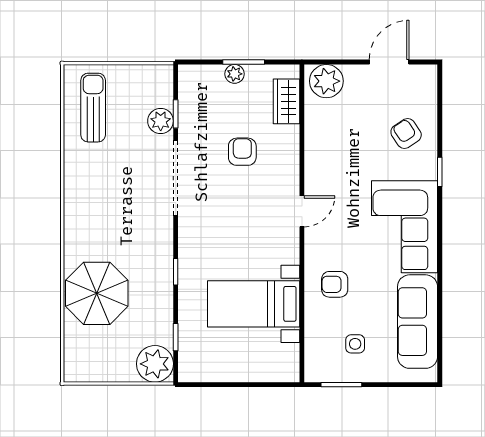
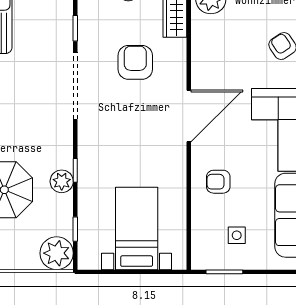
plant: (161, 121) -> (62, 181), moved
armchair: (242, 152) -> (135, 62), width x1.38, depth x1.38
door: (302, 211) -> (189, 116), width x1.87
bed with nightstands: (254, 304) -> (137, 228), moved, turned 90

